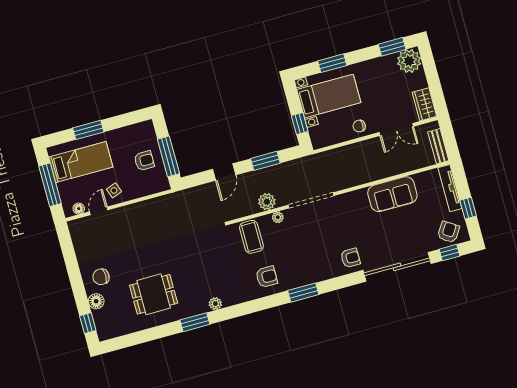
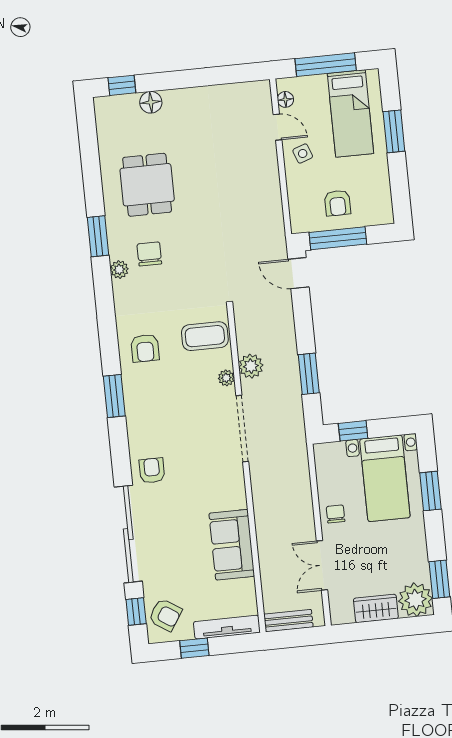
wardrobe: (424, 104) -> (376, 608), moved
door: (224, 172) -> (299, 273), moved
armchair: (350, 258) -> (152, 471), turned 180
chair: (101, 277) -> (149, 254), moved

